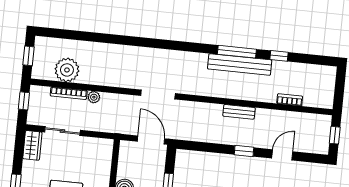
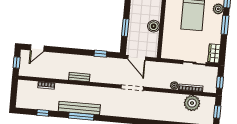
window: (279, 56) -> (43, 113), moved
window: (244, 151) -> (100, 54), moved
door: (282, 155) -> (37, 48), moved

